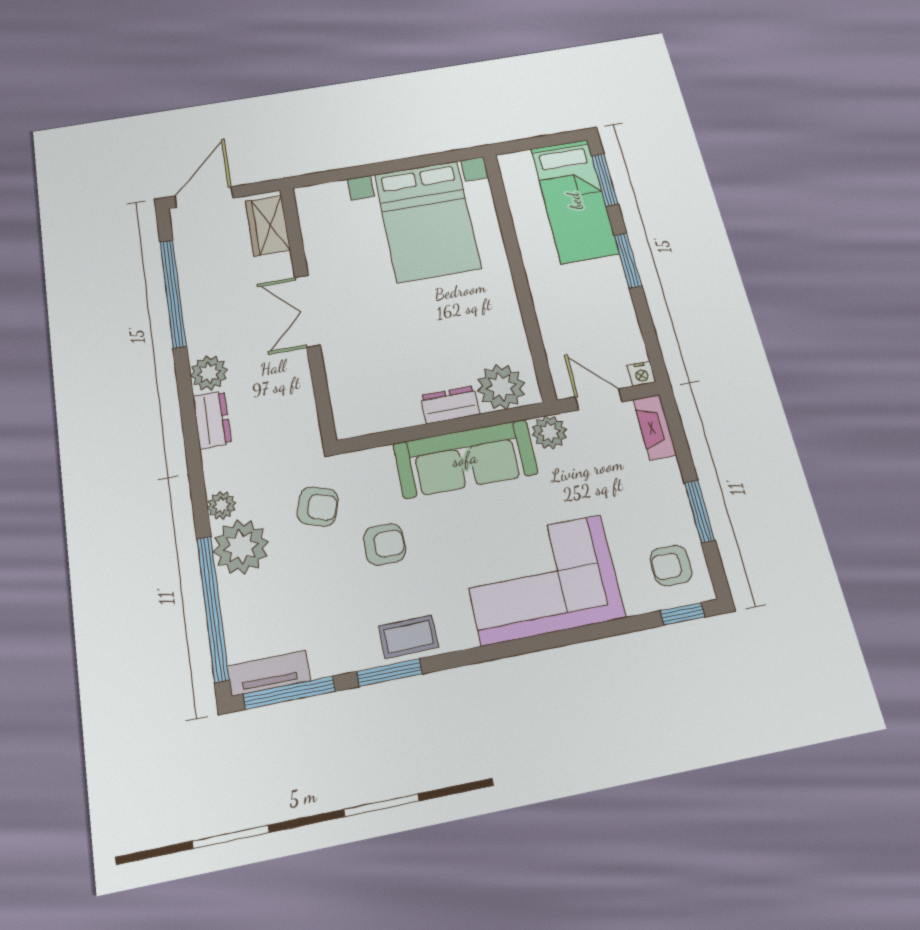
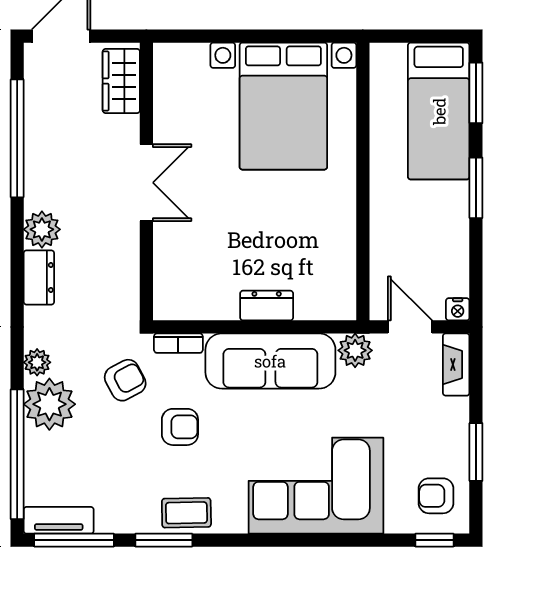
double door: (307, 311) -> (146, 183), swing flipped
plant: (501, 387) -> (319, 297), removed
bookcase: (367, 458) -> (178, 343), added
armchair: (318, 507) -> (125, 380), turned -46

